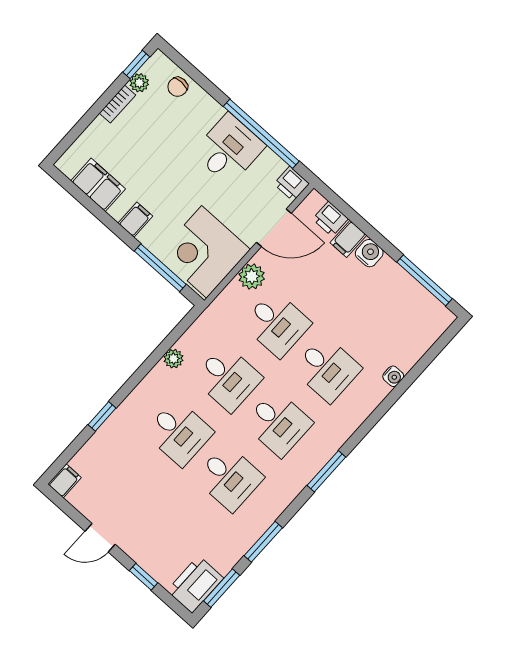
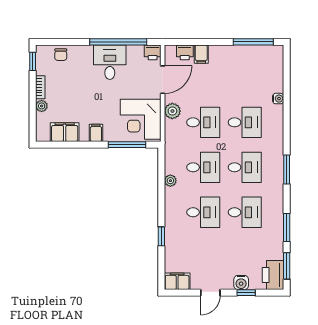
plant: (139, 83) -> (42, 106), moved
water cooler: (369, 253) -> (241, 283), moved, turned 180
filing cabinet: (65, 481) -> (177, 281), width x2.00

